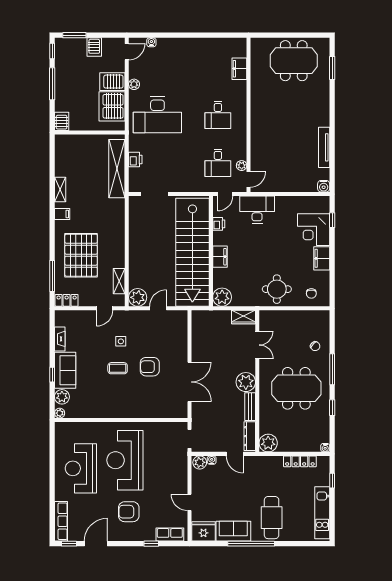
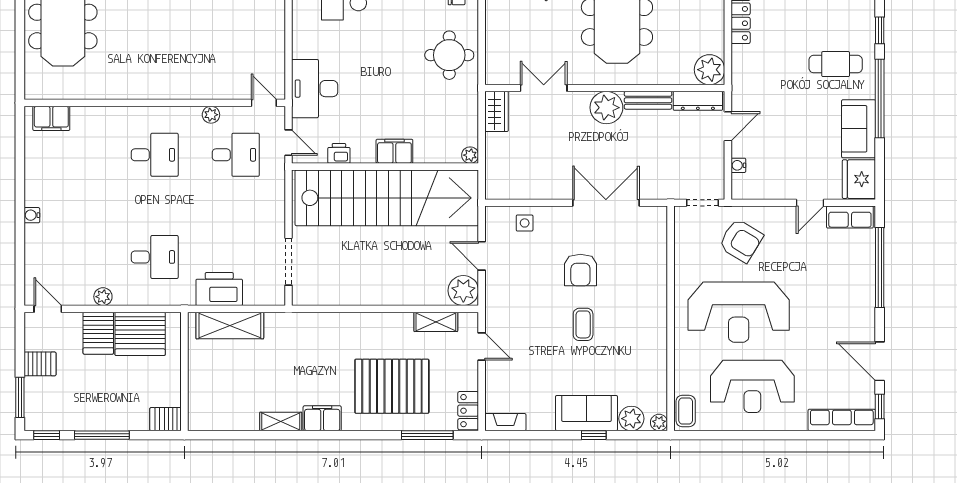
water cooler: (151, 42) -> (32, 215), moved
filing cabinet: (239, 69) -> (51, 118), moved
desk: (157, 115) -> (155, 257), width x0.53, depth x0.77
printer: (135, 159) -> (219, 289), width x1.87, depth x1.48
plant: (242, 166) -> (211, 115), moved
shelving: (117, 169) -> (230, 326), width x0.68
filing cabinet: (62, 214) -> (322, 418), width x2.00
plant: (222, 297) -> (470, 155), width x0.53, depth x0.53
fireplace: (60, 339) -> (505, 422), moved
side table: (121, 341) -> (525, 223), moved
coffee table: (66, 429) -> (686, 411), added
plant: (200, 462) -> (742, 186), removed
armchair: (129, 512) -> (741, 241), moved, turned -59
cafe table: (272, 518) -> (836, 64), width x0.73, depth x0.74
row of seats: (170, 535) -> (850, 217), moved, turned -90
window: (151, 544) -> (880, 267), width x3.17
window: (291, 544) -> (880, 30), added

